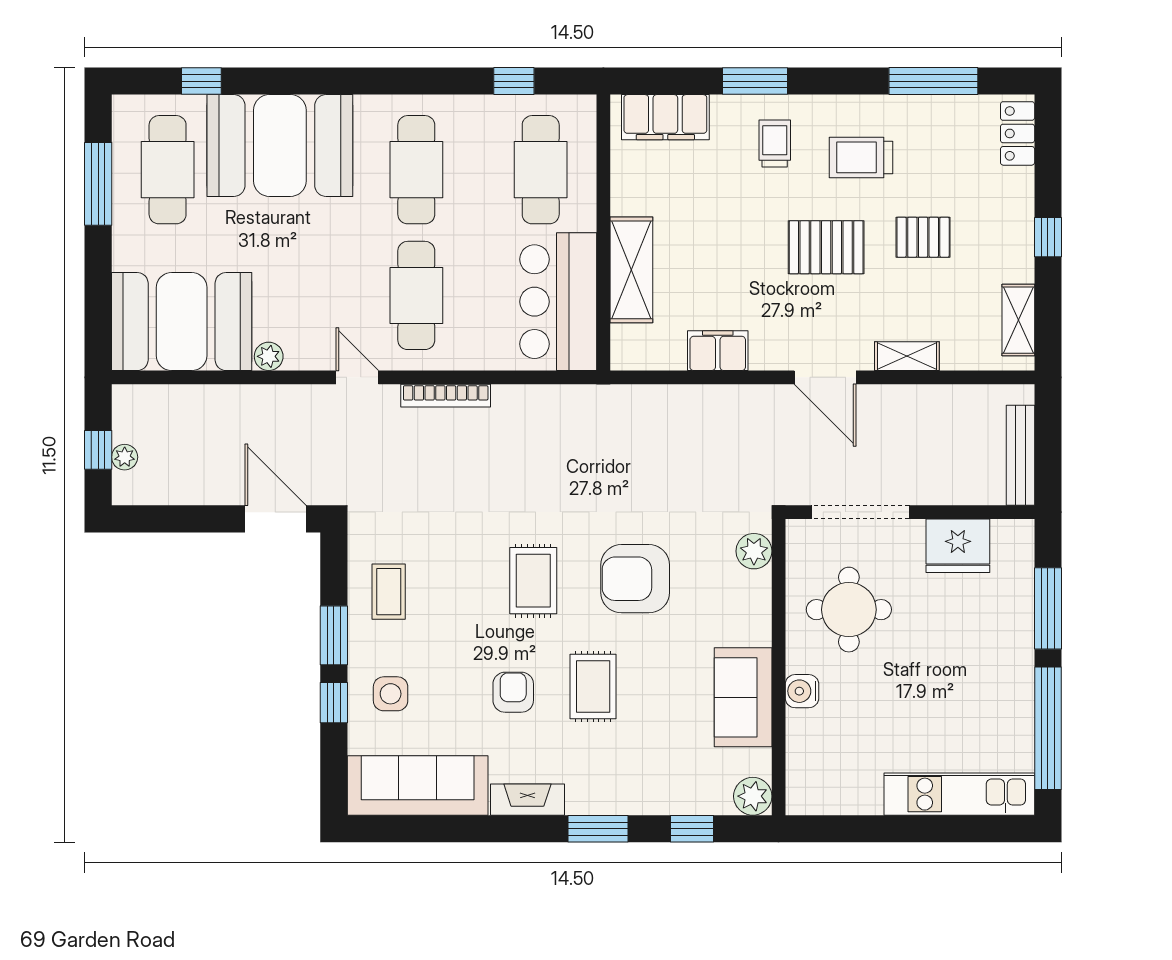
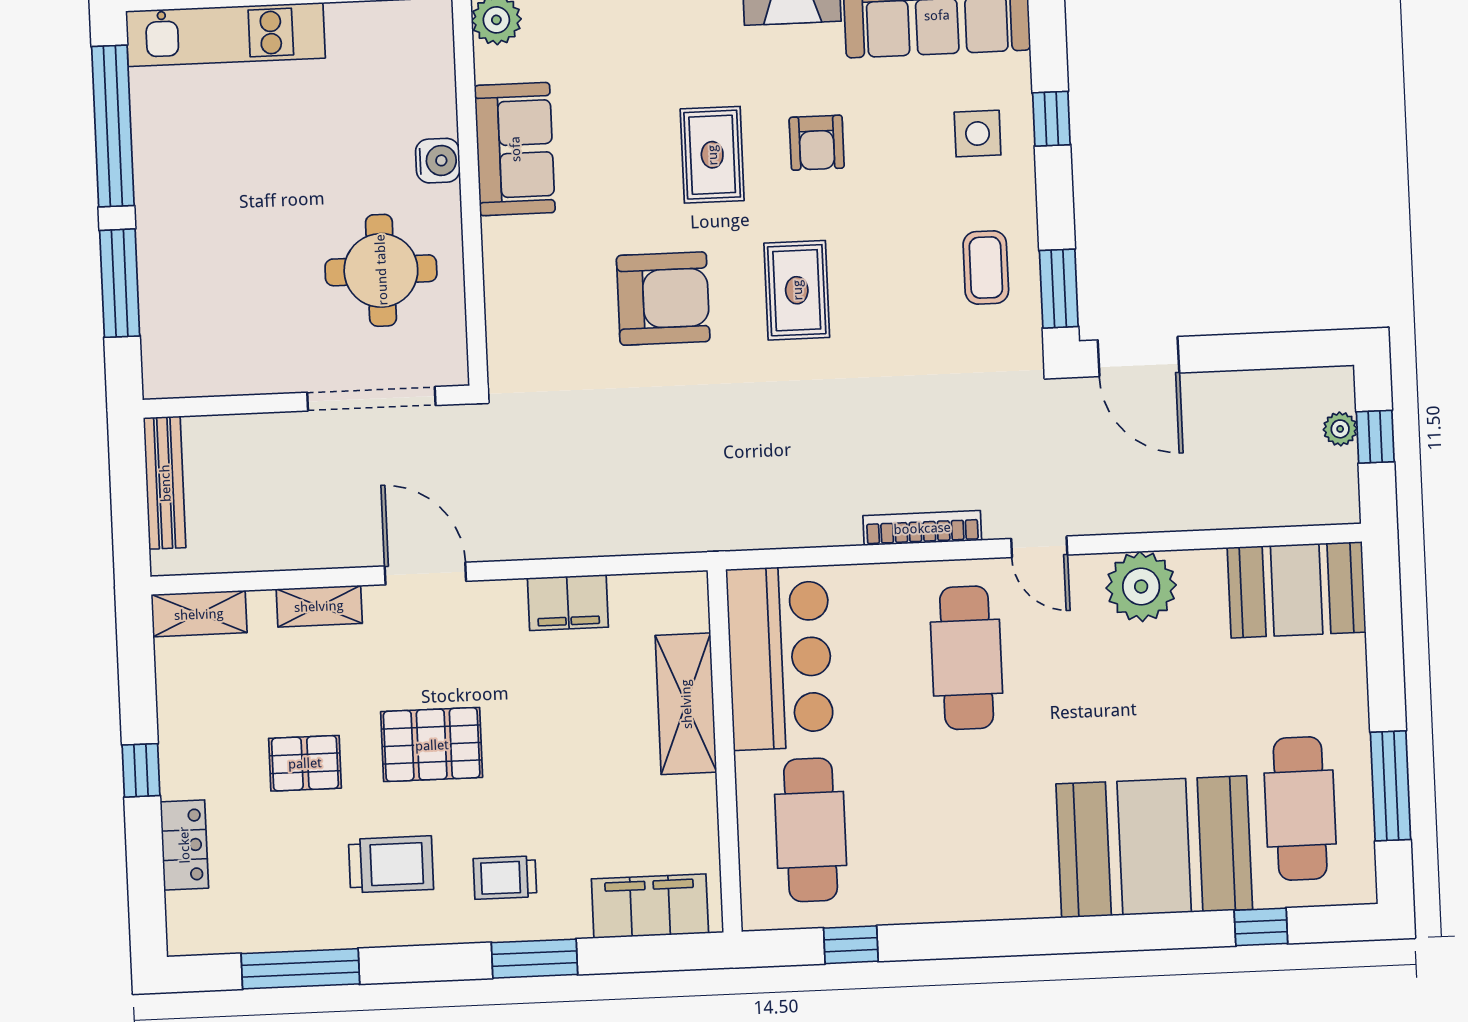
locker: (1018, 133) -> (184, 845), moved
trolley: (775, 144) -> (505, 878), turned 90
cafe table: (416, 170) -> (974, 823), removed
shelving: (1018, 320) -> (199, 614), moved, turned 90
booth: (182, 322) -> (1297, 590), width x0.73, depth x0.70
plant: (269, 356) -> (1141, 586), width x1.88, depth x1.88
fridge: (958, 546) -> (242, 360), removed
plant: (754, 551) -> (509, 342), removed
window: (334, 635) -> (1059, 289), moved

